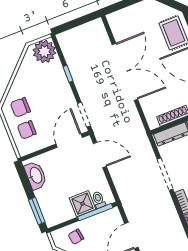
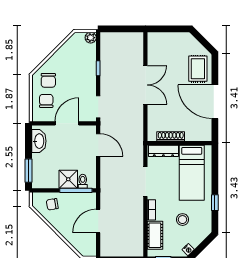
plant: (44, 52) -> (91, 38), width x0.53, depth x0.53
double door: (125, 72) -> (145, 85), width x0.73
chair: (20, 107) -> (48, 80), turned -90
chair: (27, 130) -> (46, 101), turned 90
door: (69, 141) -> (67, 123), moved

